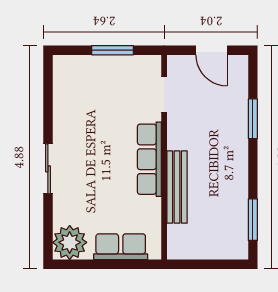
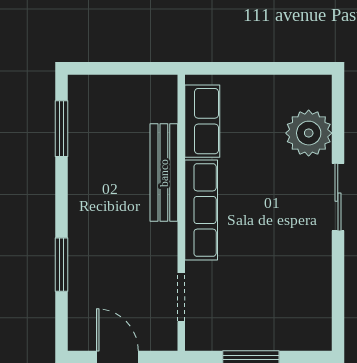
plant: (70, 242) -> (309, 133), moved
row of seats: (121, 247) -> (202, 121), moved, turned -90

